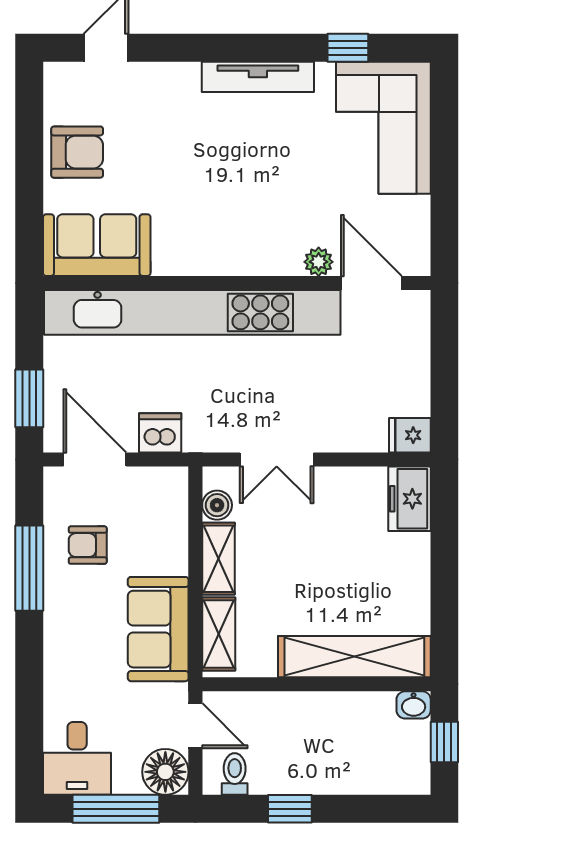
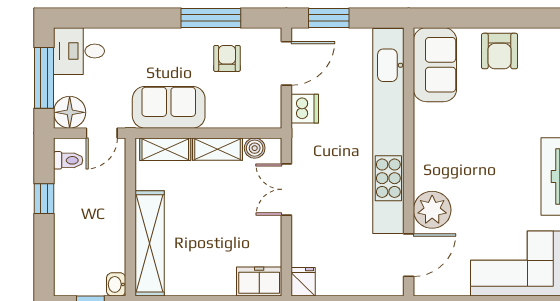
plant: (319, 262) -> (432, 210), width x1.88, depth x1.88

